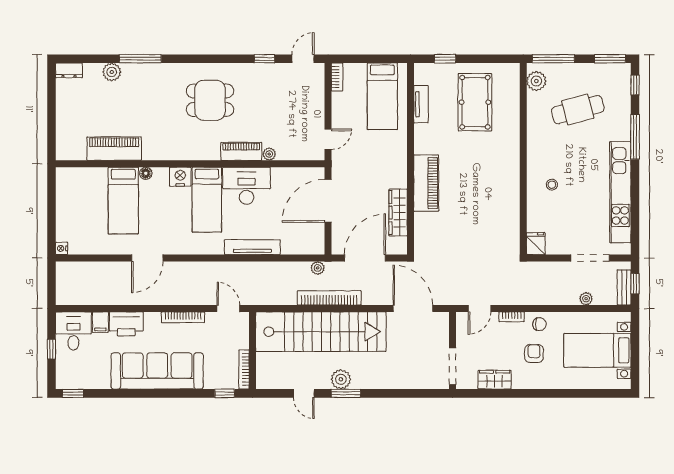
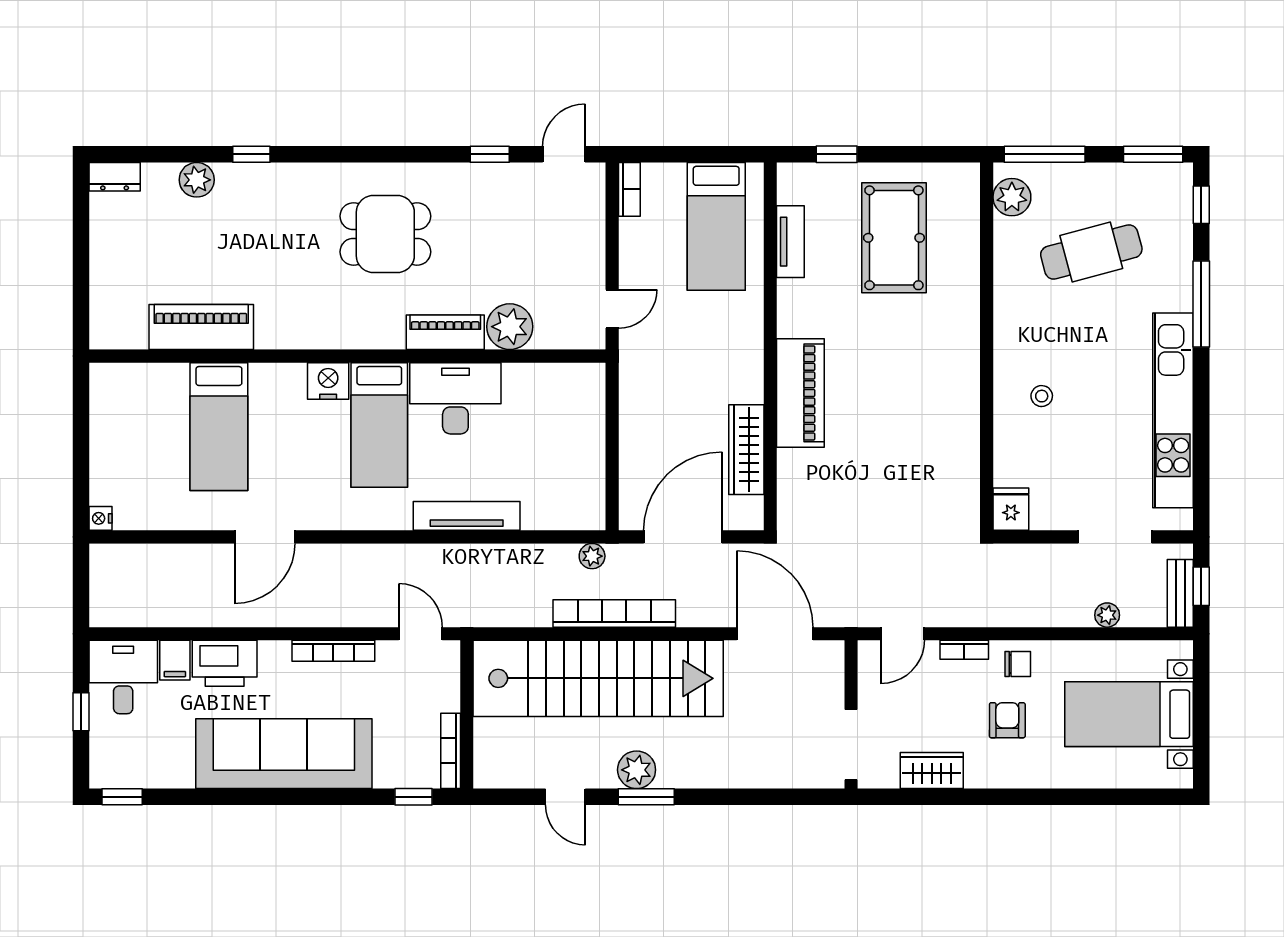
window: (140, 59) -> (251, 154), width x0.46
plant: (269, 154) -> (510, 327), width x1.88, depth x1.88
floor lamp: (146, 173) -> (262, 374), removed
door: (328, 201) -> (612, 427), removed

